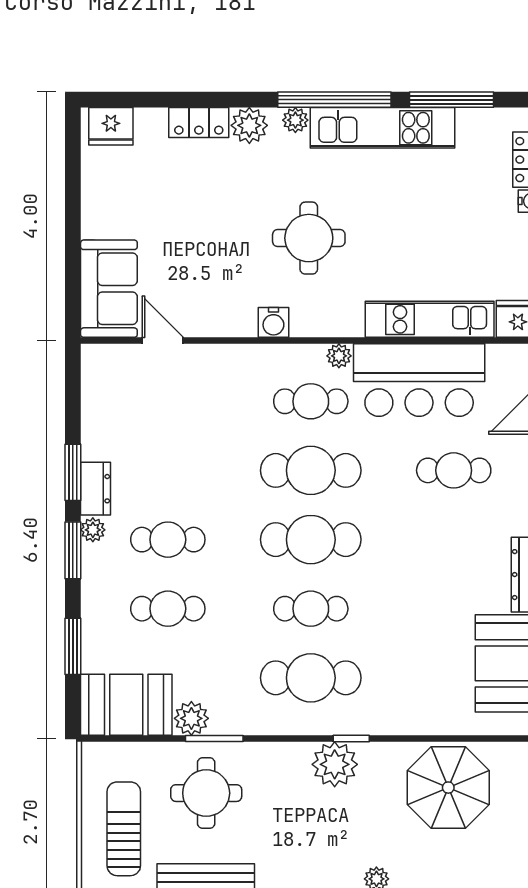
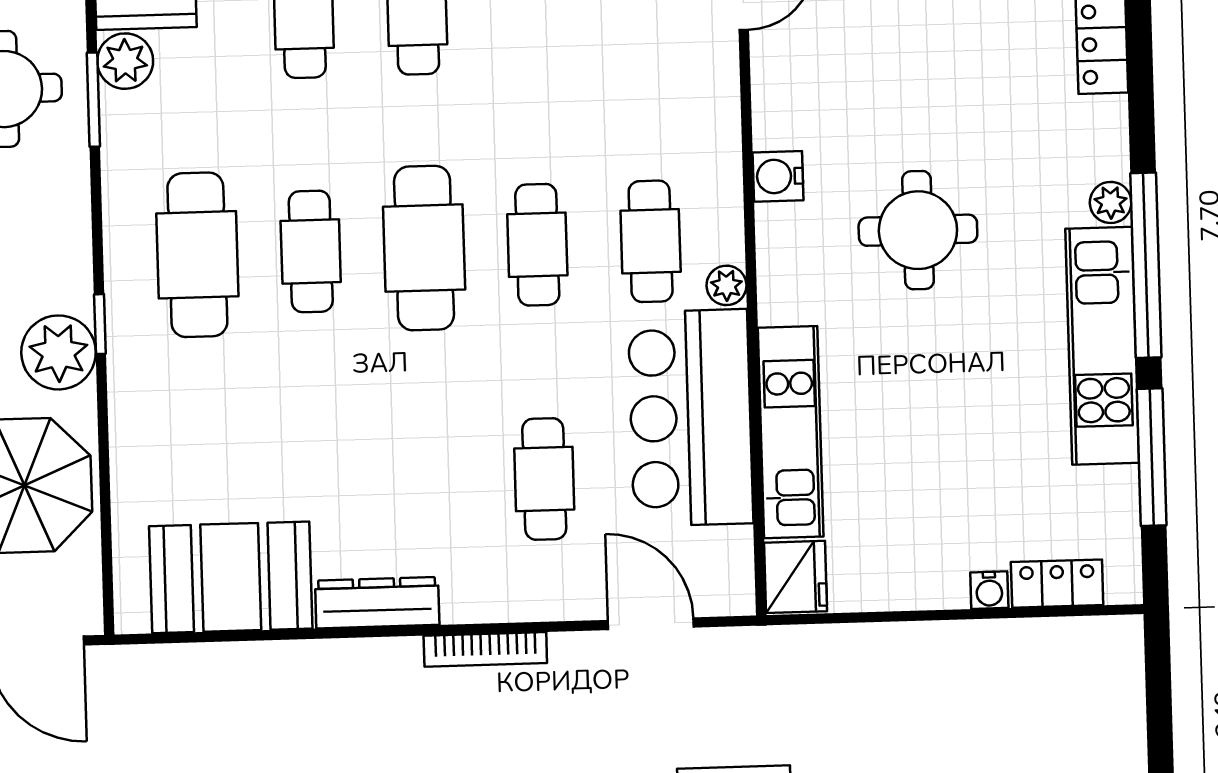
plant: (249, 125) -> (1099, 127), removed
cafe table: (311, 470) -> (537, 245), width x0.73, depth x0.74
plant: (335, 764) -> (59, 352), moved

